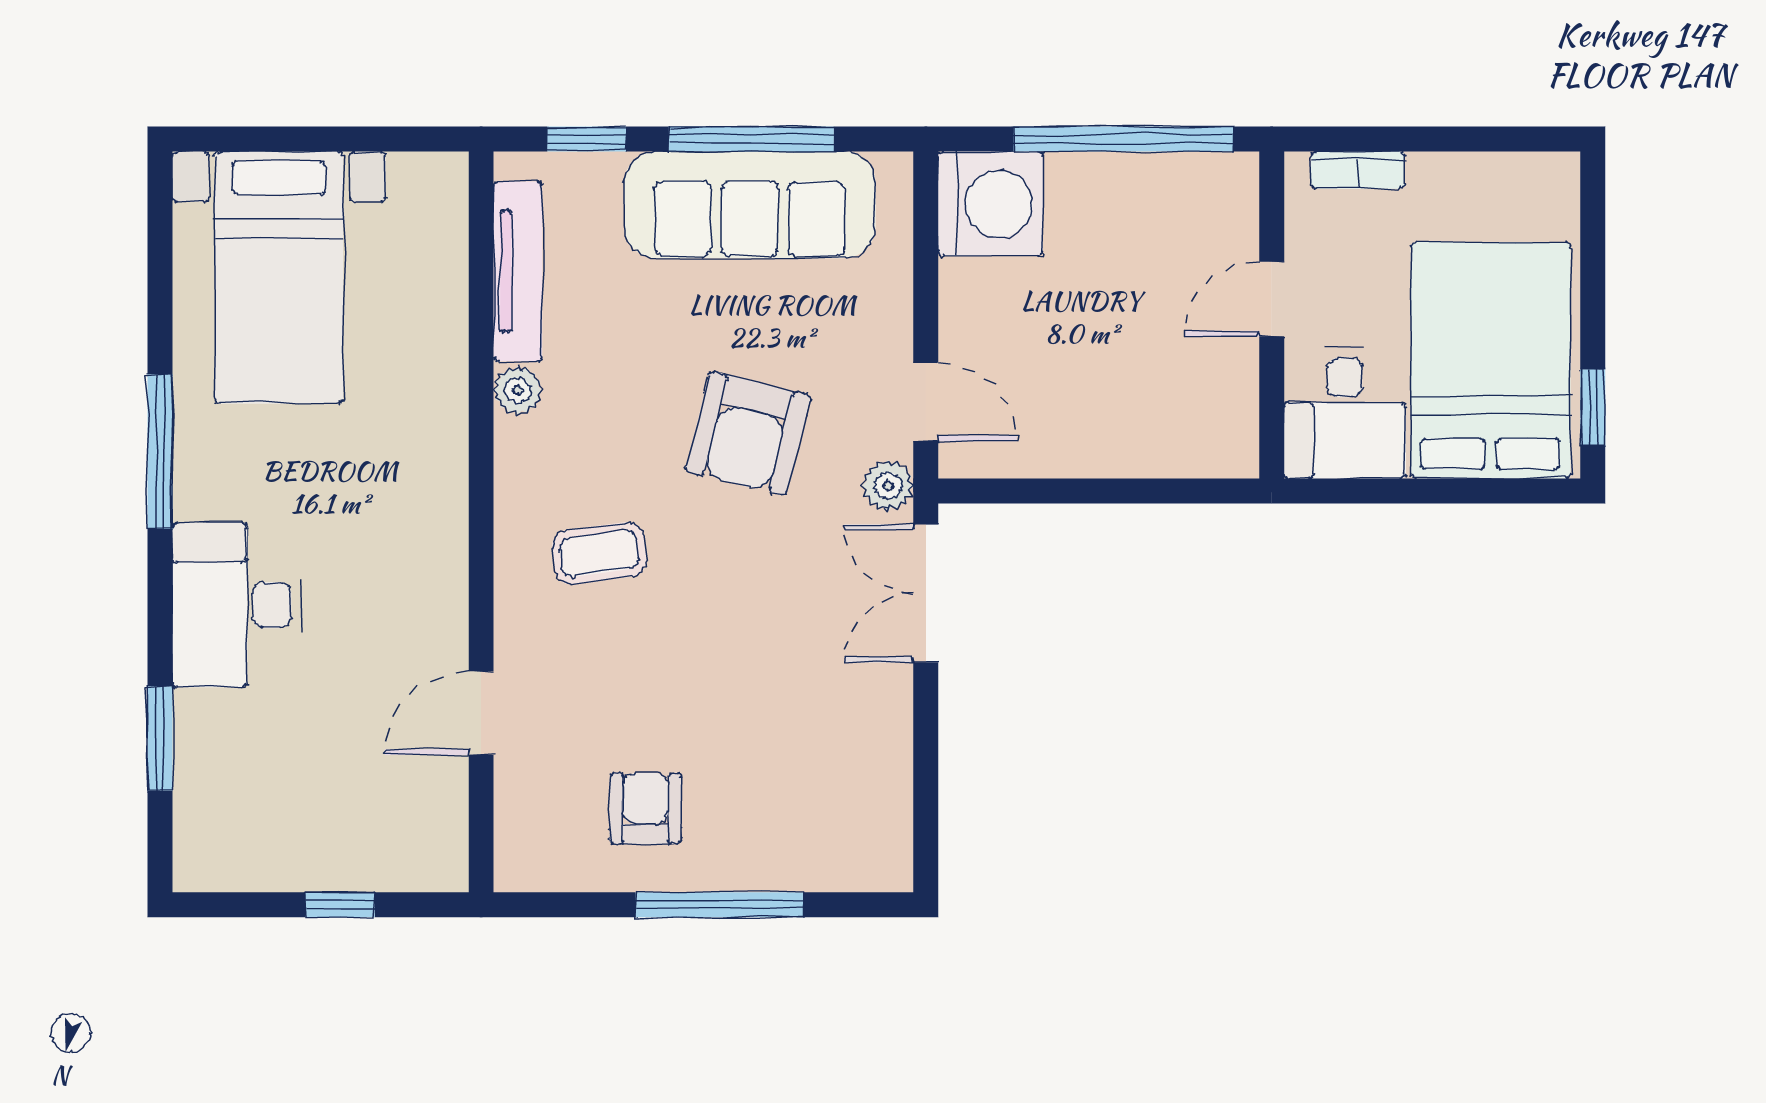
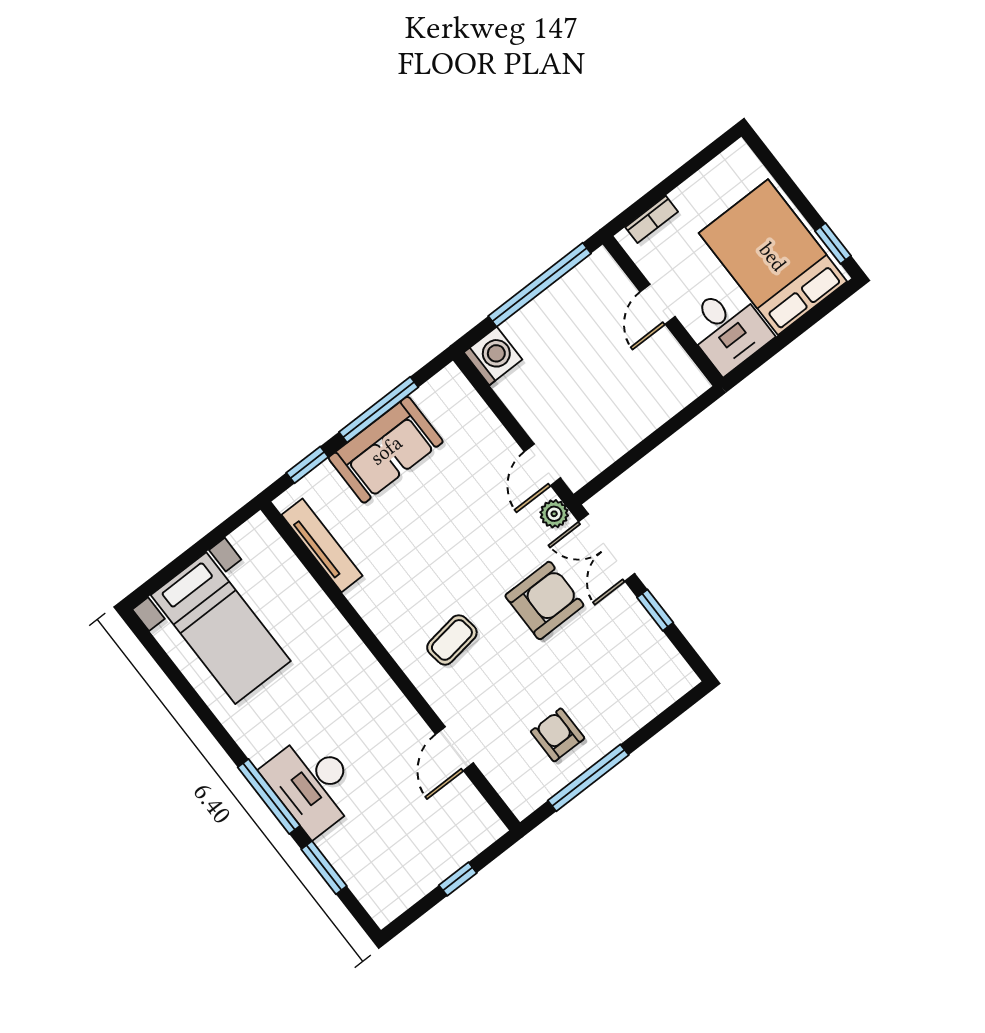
washing machine: (991, 204) -> (493, 356), width x0.73, depth x0.73
sofa: (750, 205) -> (386, 450), width x0.73
plant: (518, 390) -> (362, 597), removed
door: (926, 402) -> (542, 465), swing flipped
armchair: (748, 433) -> (544, 600), moved, turned -104
window: (160, 452) -> (269, 797), moved
window: (926, 738) -> (655, 610), added
window: (720, 905) -> (588, 778), moved

